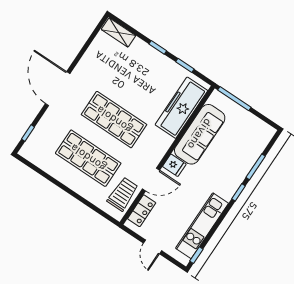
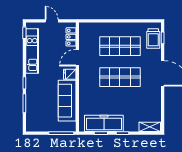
freezer: (181, 108) -> (104, 123), moved, turned -90
trolley: (123, 194) -> (153, 38), moved

